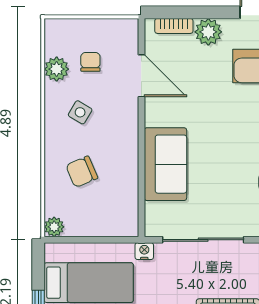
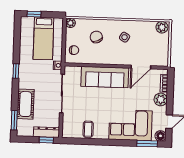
chair: (90, 62) -> (74, 50), moved
plant: (57, 69) -> (162, 27), moved
sofa: (165, 164) -> (105, 77), width x1.36

